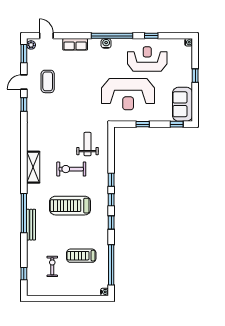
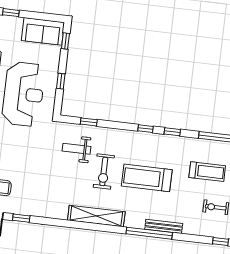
shelving: (33, 167) -> (96, 216), width x1.47
window: (111, 180) -> (89, 122), moved
treadmill: (70, 206) -> (147, 178), turned 90
treadmill: (81, 256) -> (207, 172), turned -90

